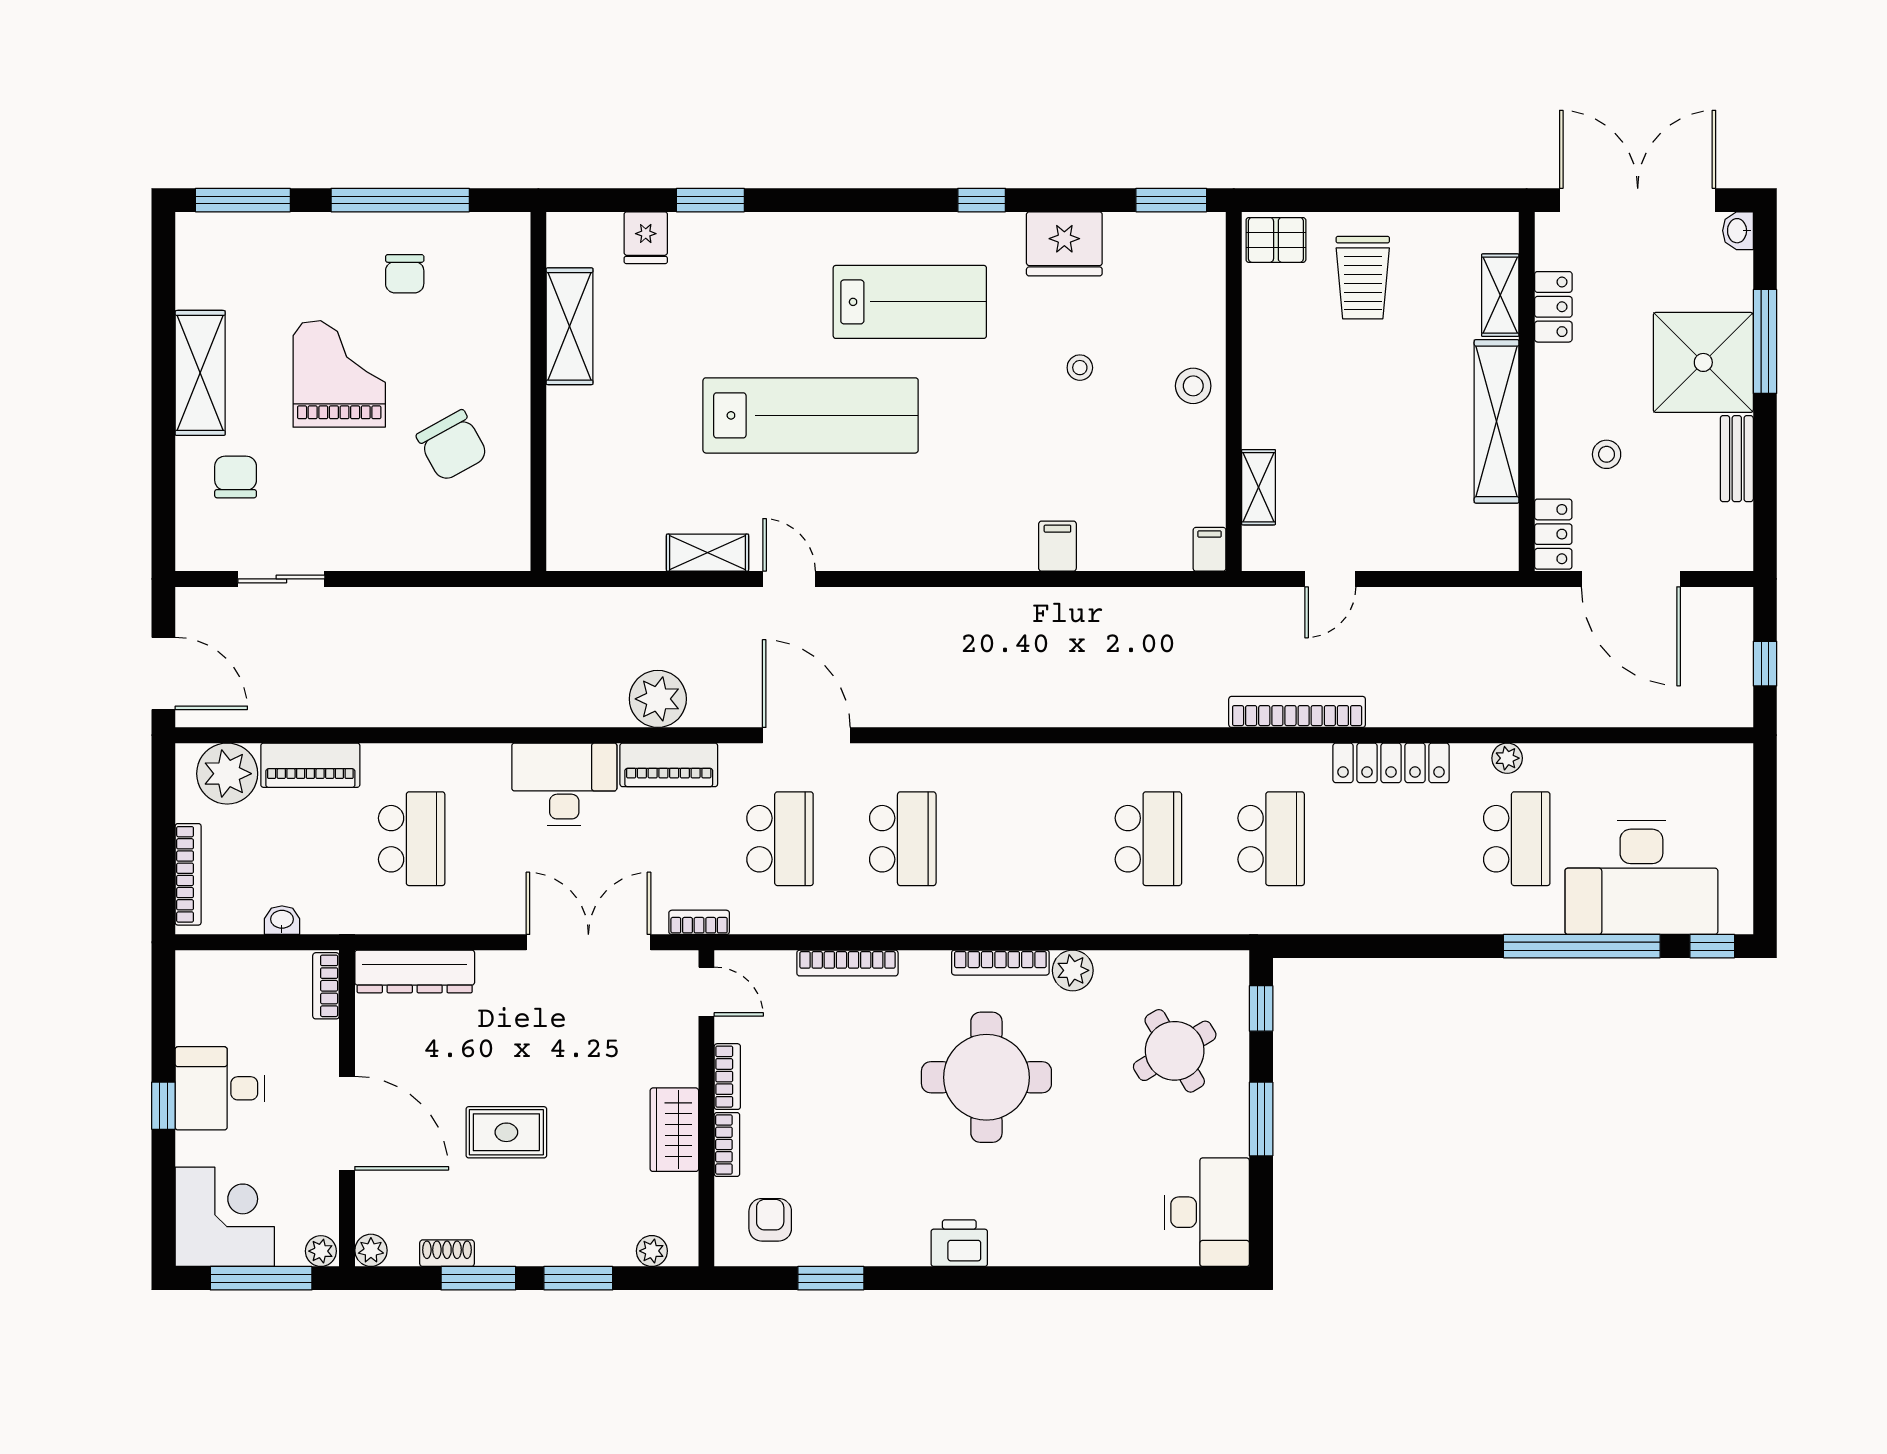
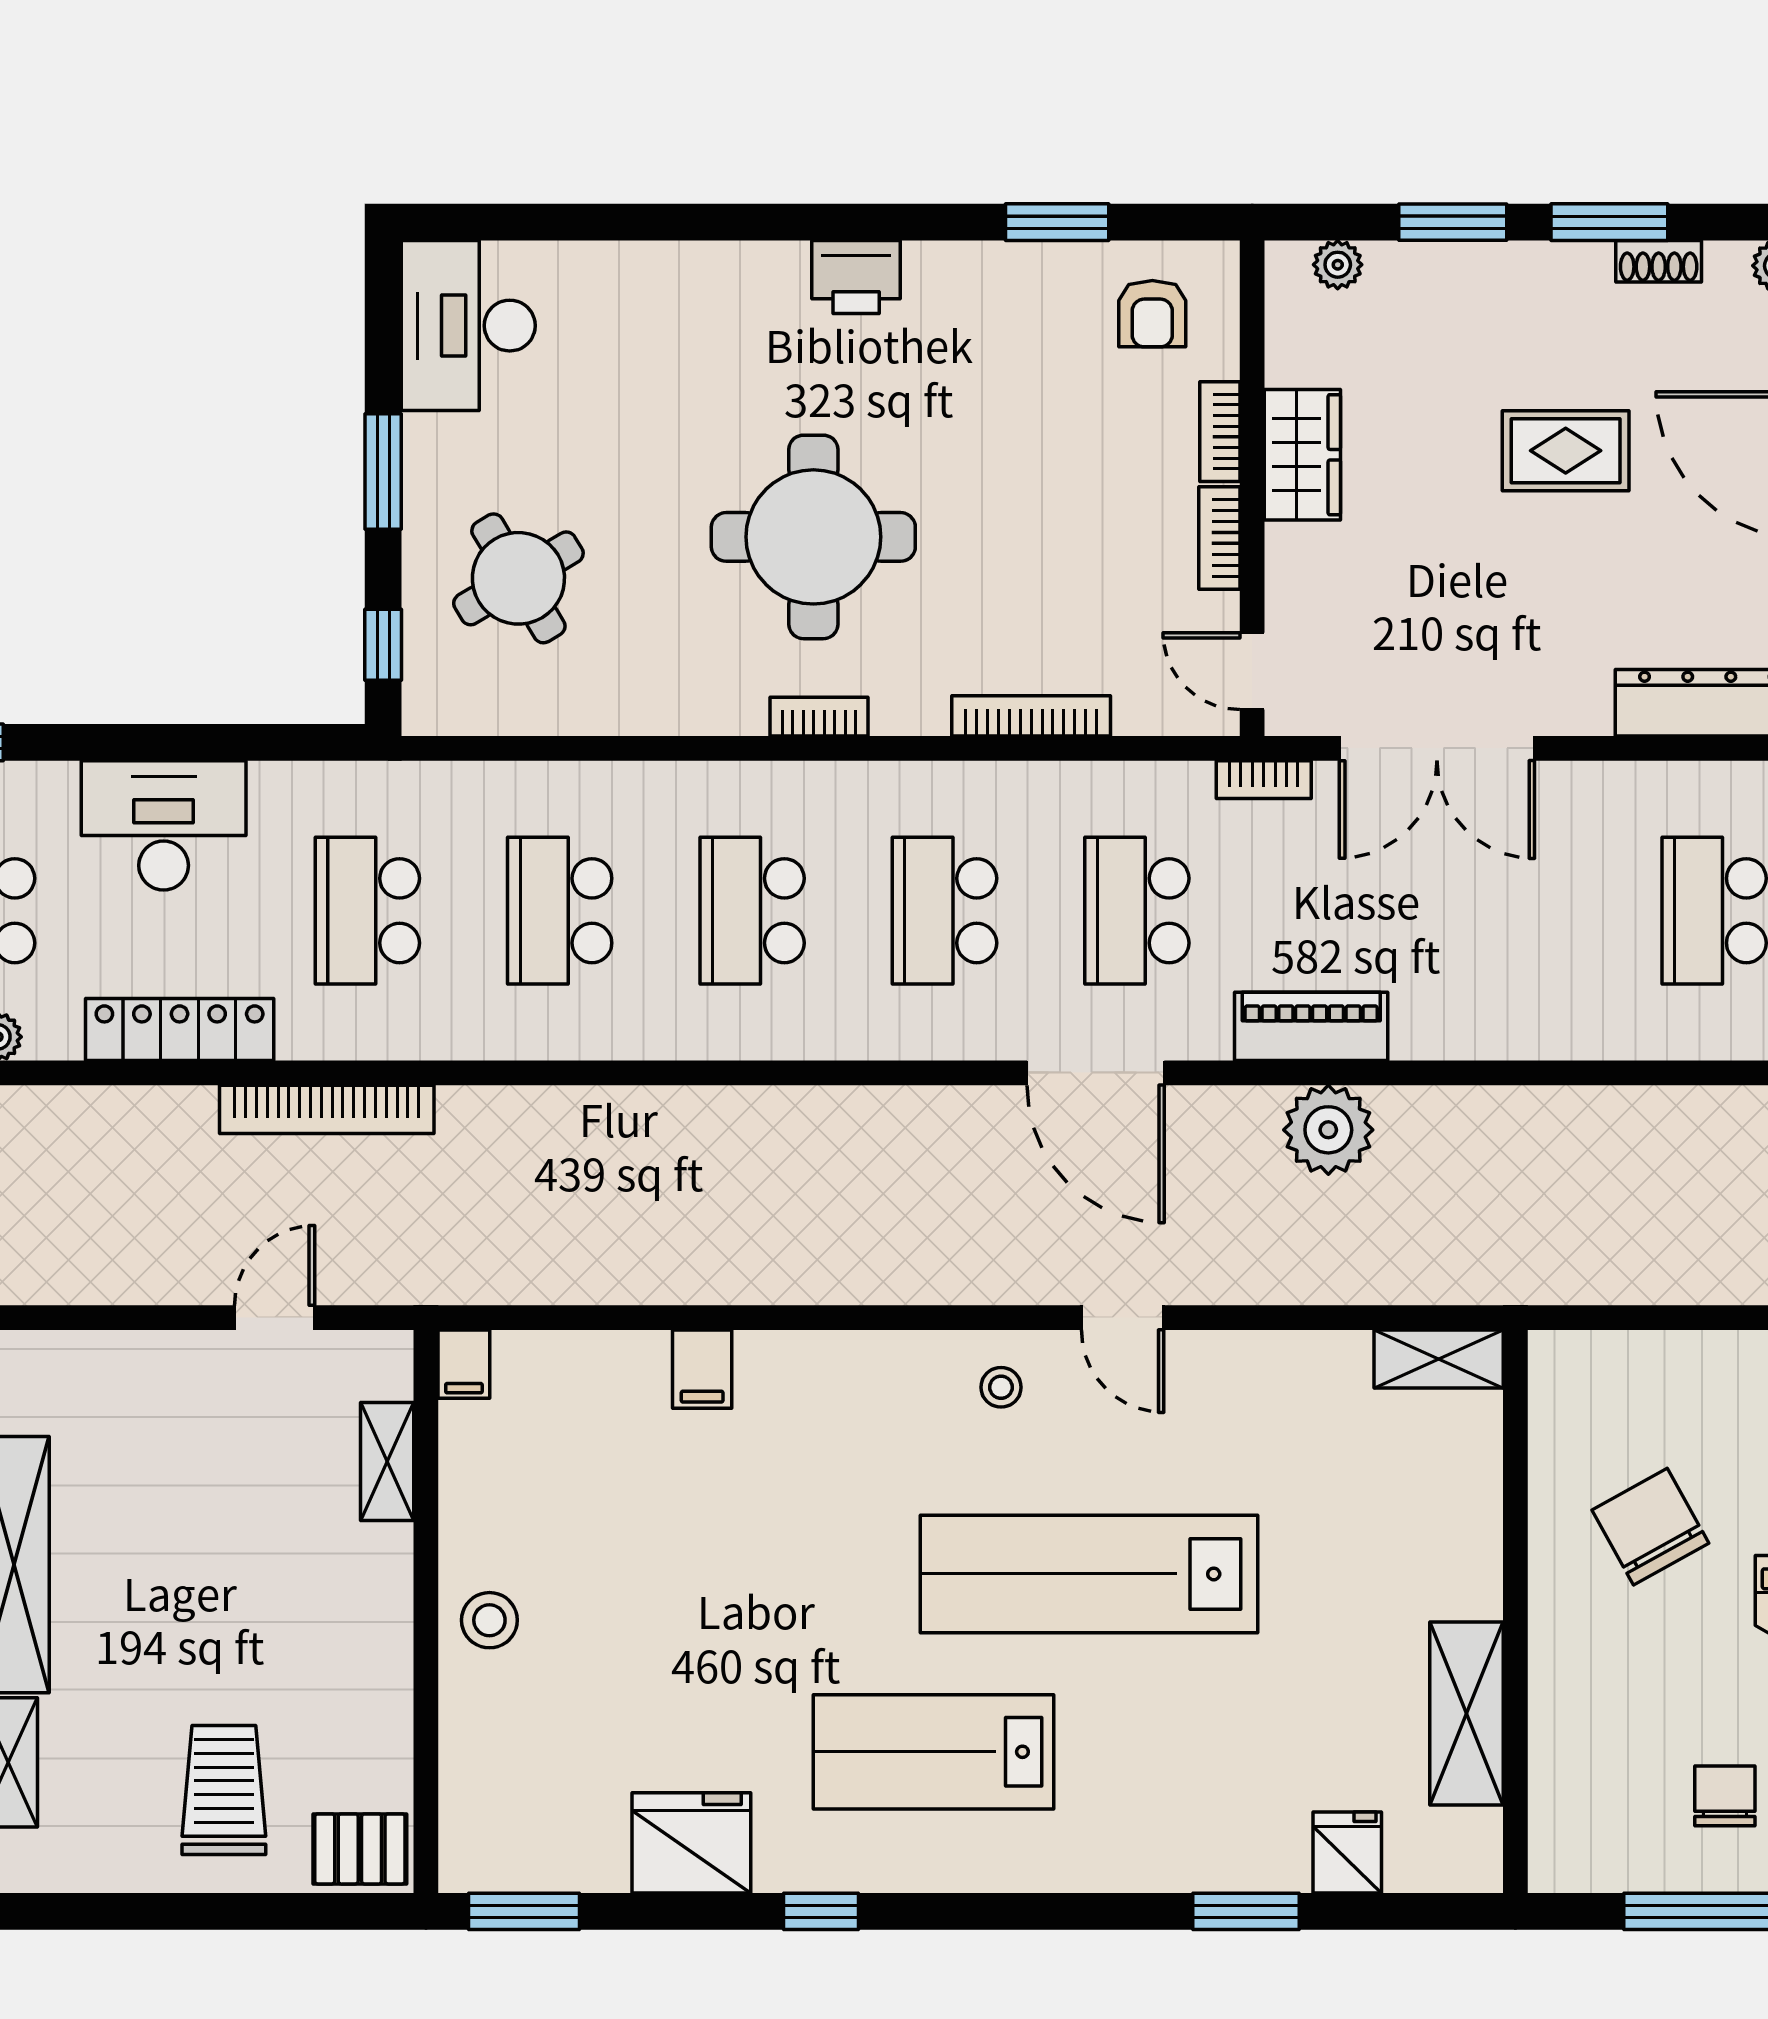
stool: (1080, 368) -> (1001, 1387), moved
shelving: (708, 553) -> (1439, 1359), moved
desk: (564, 784) -> (164, 825), moved, turned 180
school desk: (1026, 839) -> (752, 911), added
bookcase: (1000, 963) -> (819, 717), width x0.64
plant: (1073, 970) -> (678, 704), removed

